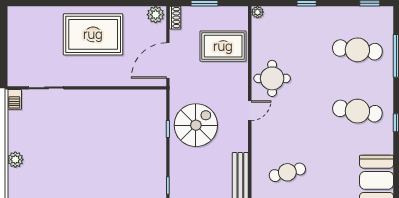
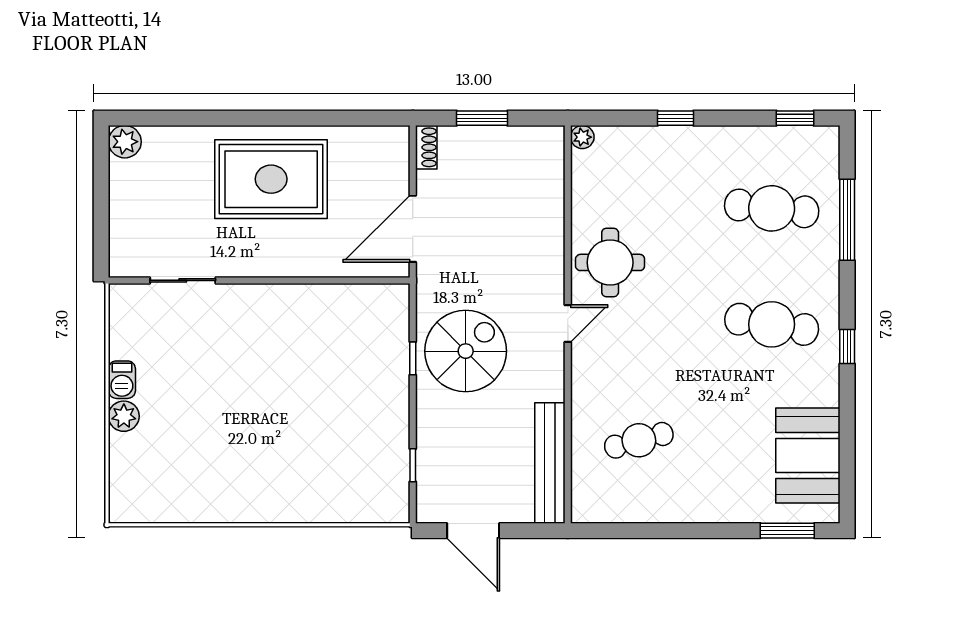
plant: (156, 15) -> (125, 142), moved
rug: (223, 46) -> (517, 201), removed
barbecue: (14, 99) -> (122, 380), moved

